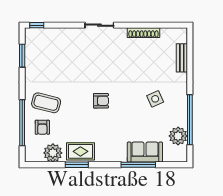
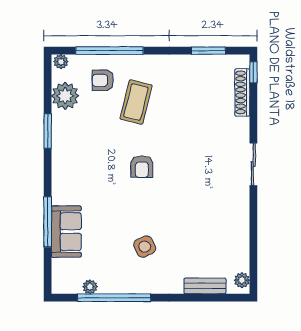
shoe rack: (143, 33) -> (242, 92), moved
plant: (178, 33) -> (242, 280), added
coffee table: (46, 103) -> (136, 102), moved
plant: (178, 136) -> (90, 287), width x0.53, depth x0.53
rug: (80, 151) -> (67, 137), removed
plant: (30, 156) -> (61, 62), added

